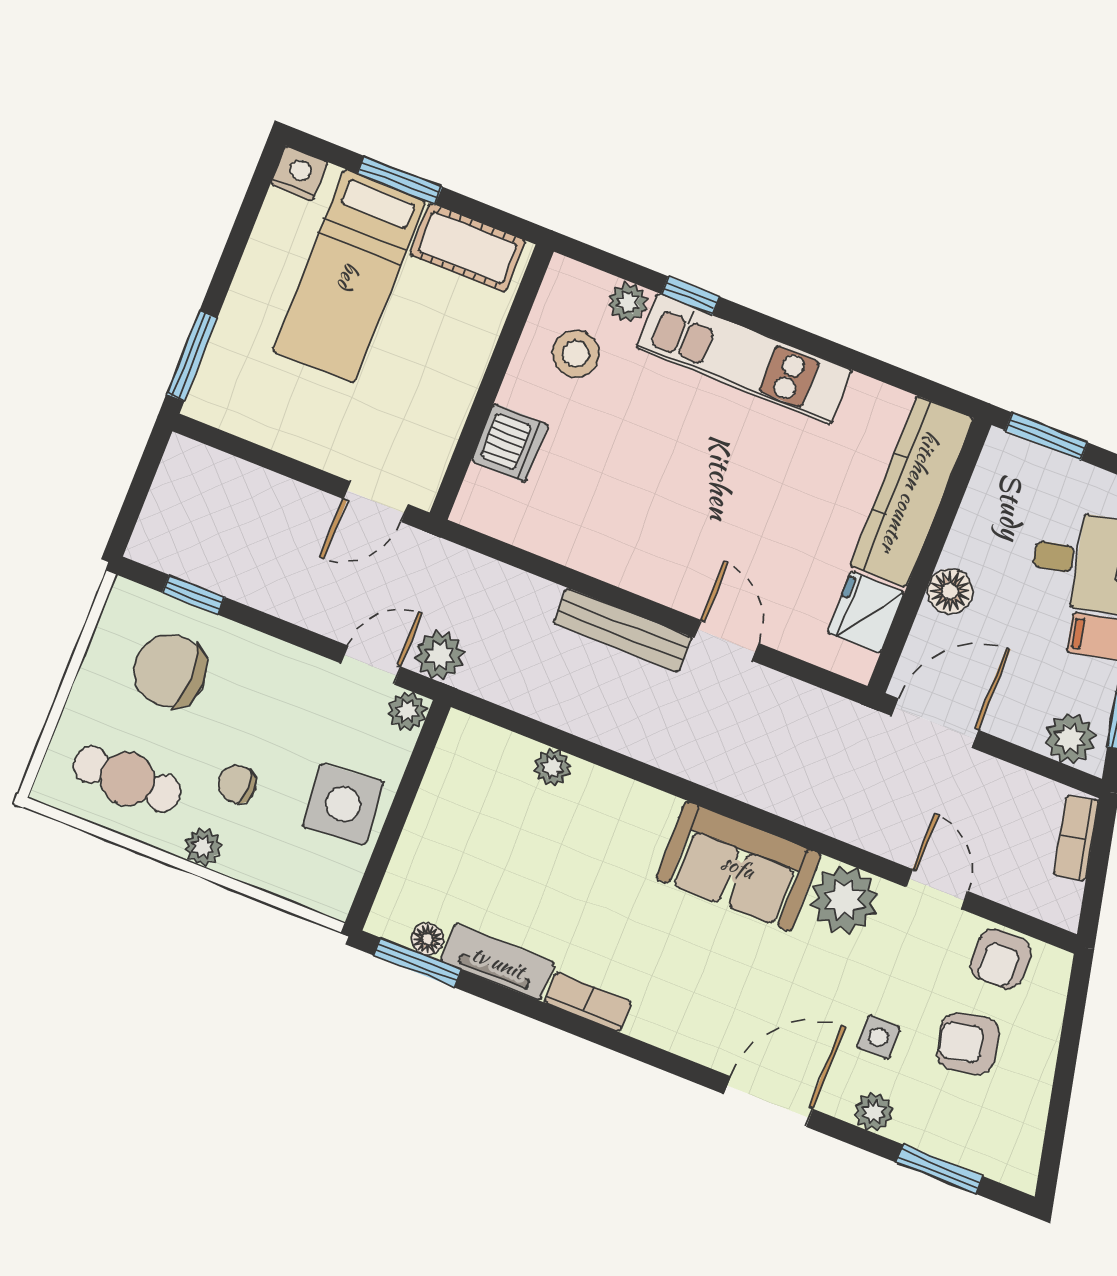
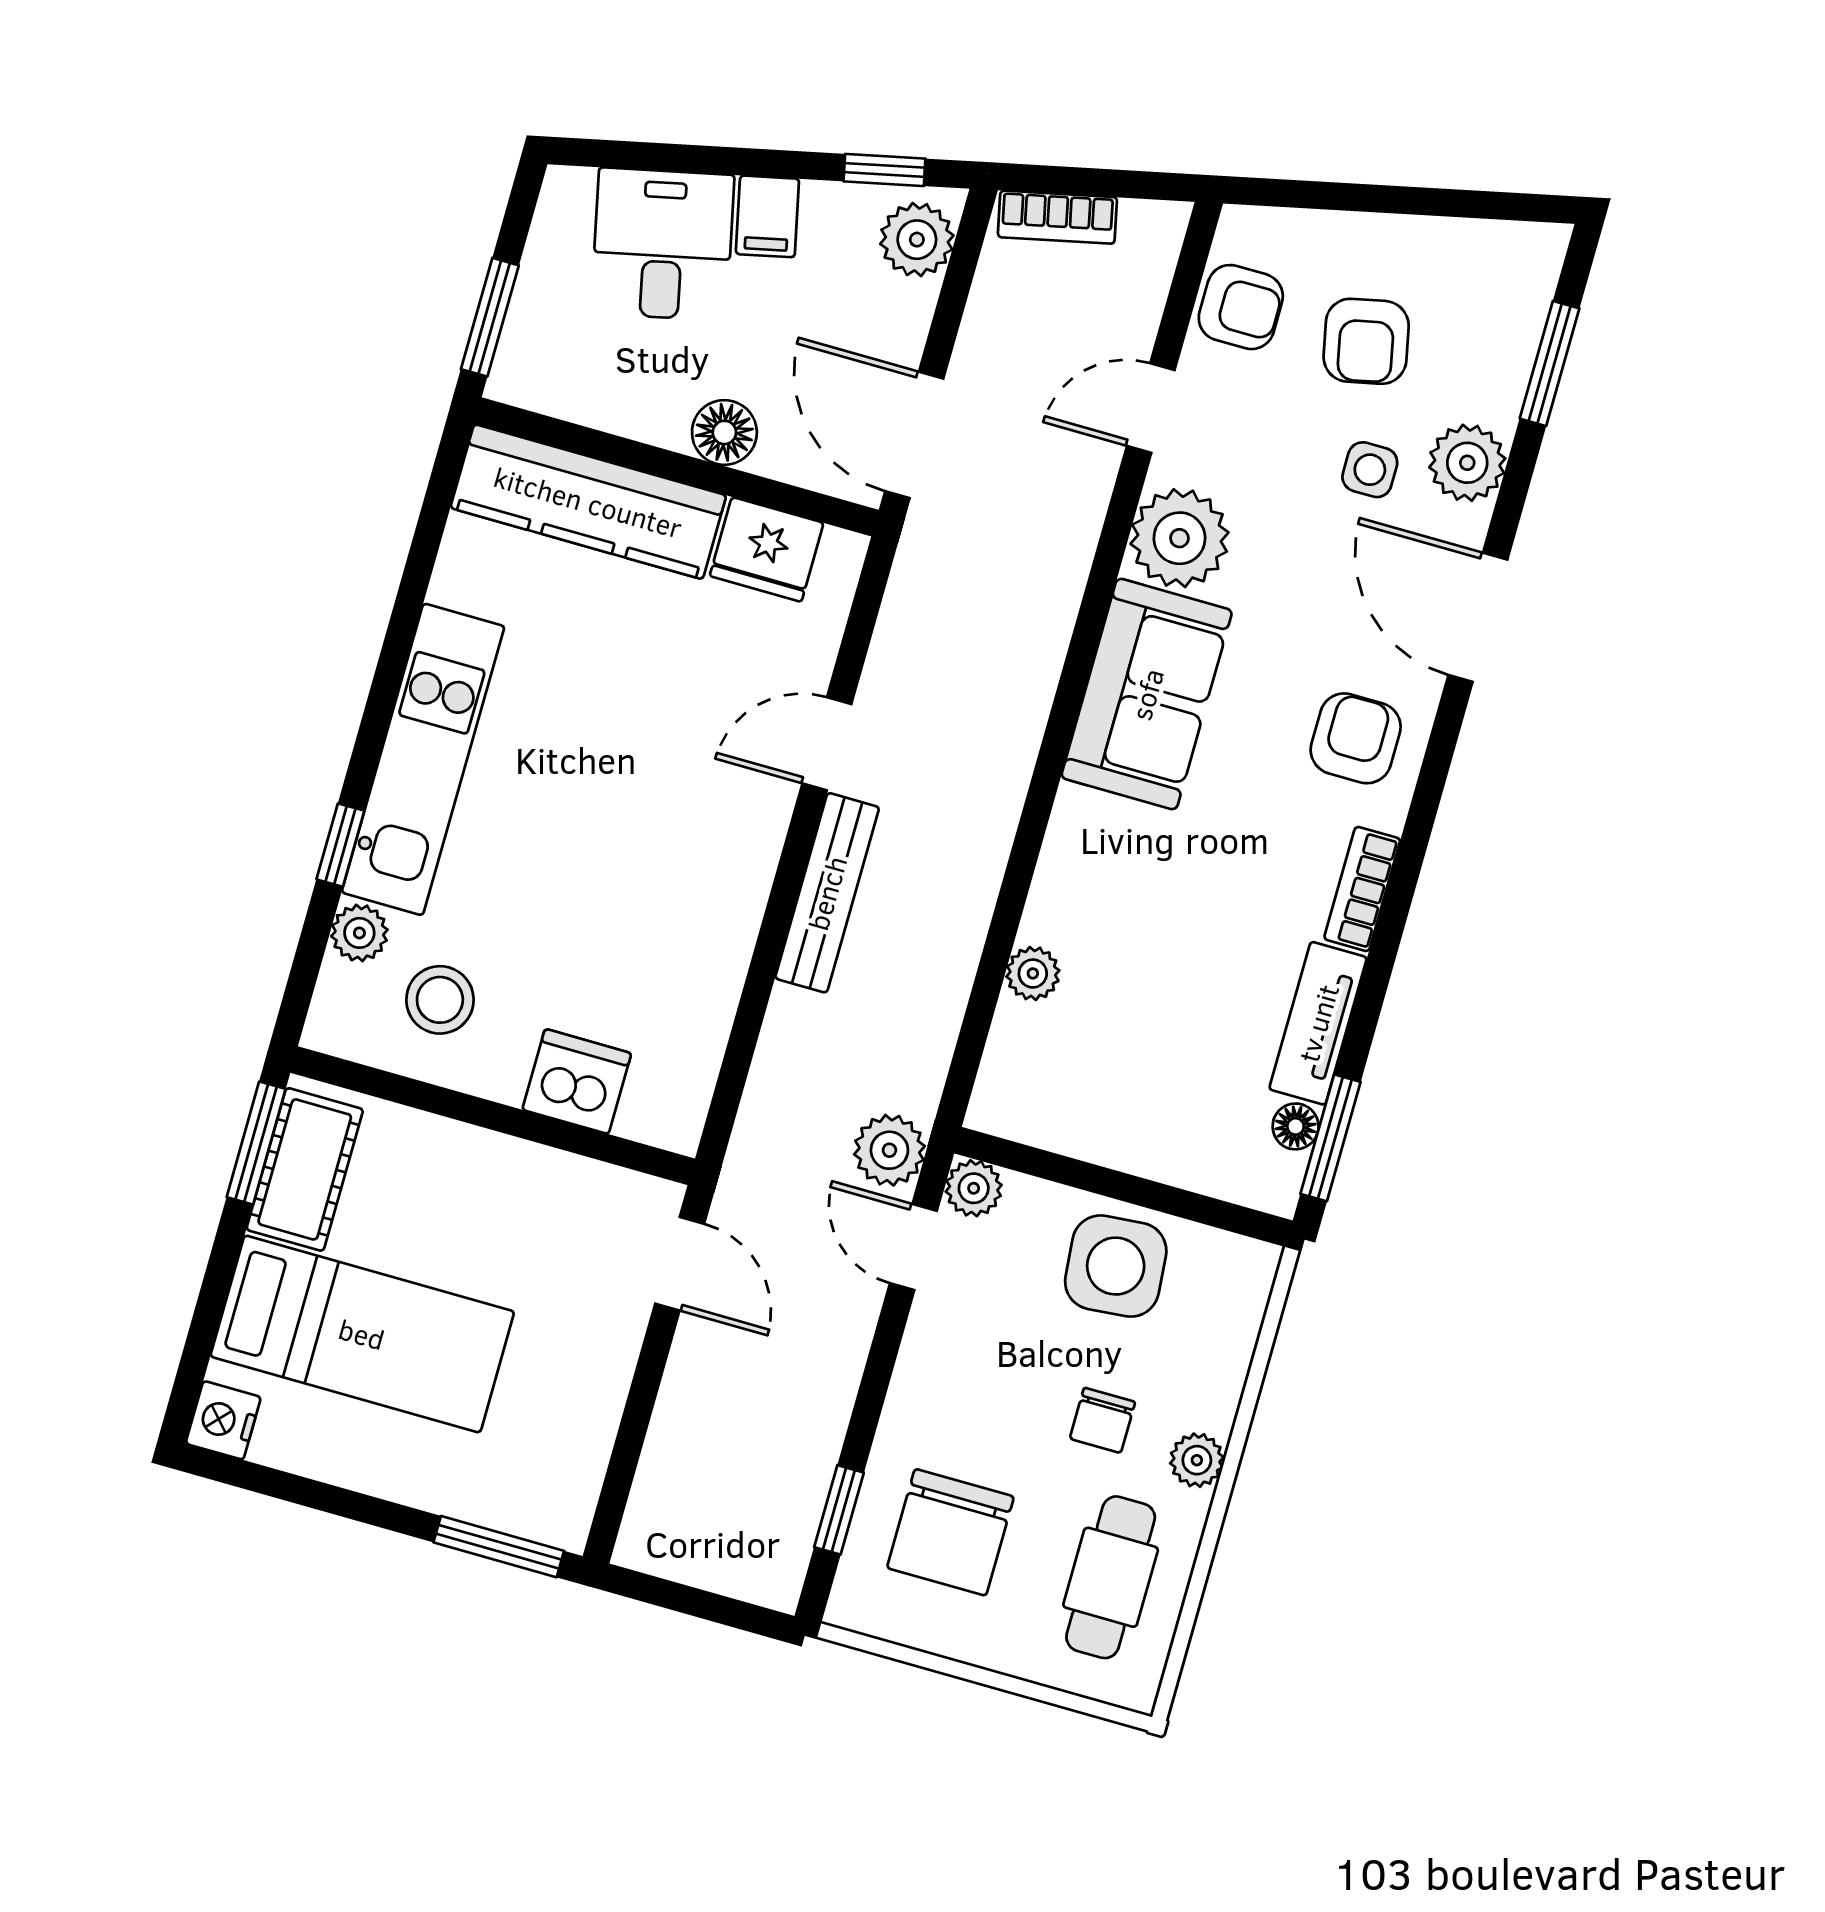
window: (400, 180) -> (256, 1143), moved
armchair: (693, 1008) -> (1356, 738), added
plant: (874, 1112) -> (1467, 463), width x1.38, depth x1.38

